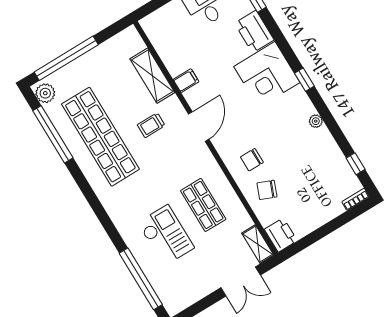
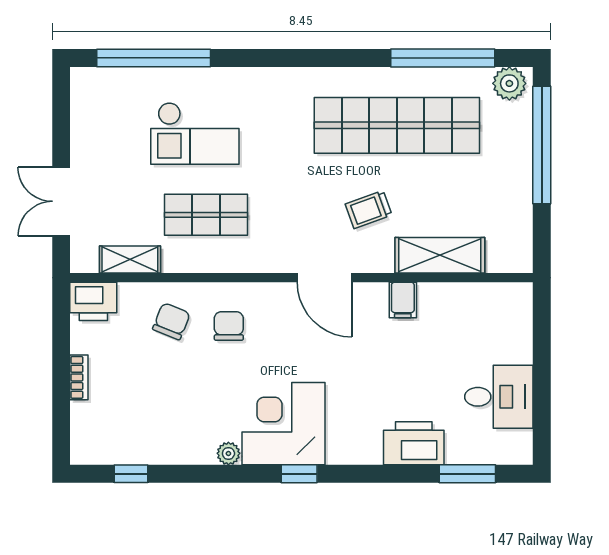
corner desk: (267, 74) -> (284, 424), moved
trolley: (151, 125) -> (369, 210), turned -110
bookcase: (356, 199) -> (79, 377), moved
shelving: (258, 244) -> (130, 260), moved

